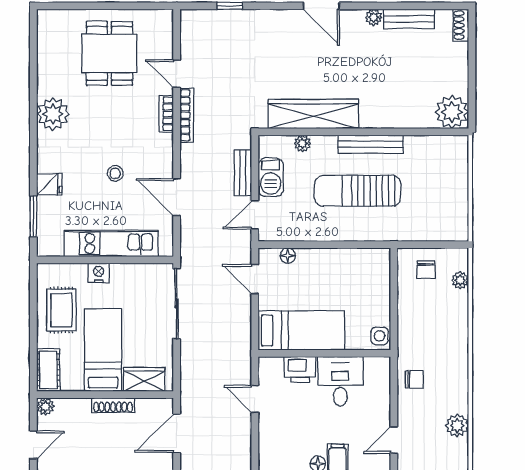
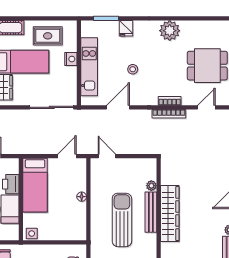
door: (177, 74) -> (206, 107), moved
wardrobe: (313, 114) -> (170, 214), moved
bench: (371, 144) -> (151, 212), moved
bench: (243, 173) -> (133, 149), removed
barbecue: (271, 177) -> (130, 166), removed
floor lamp: (288, 256) -> (82, 197), moved

